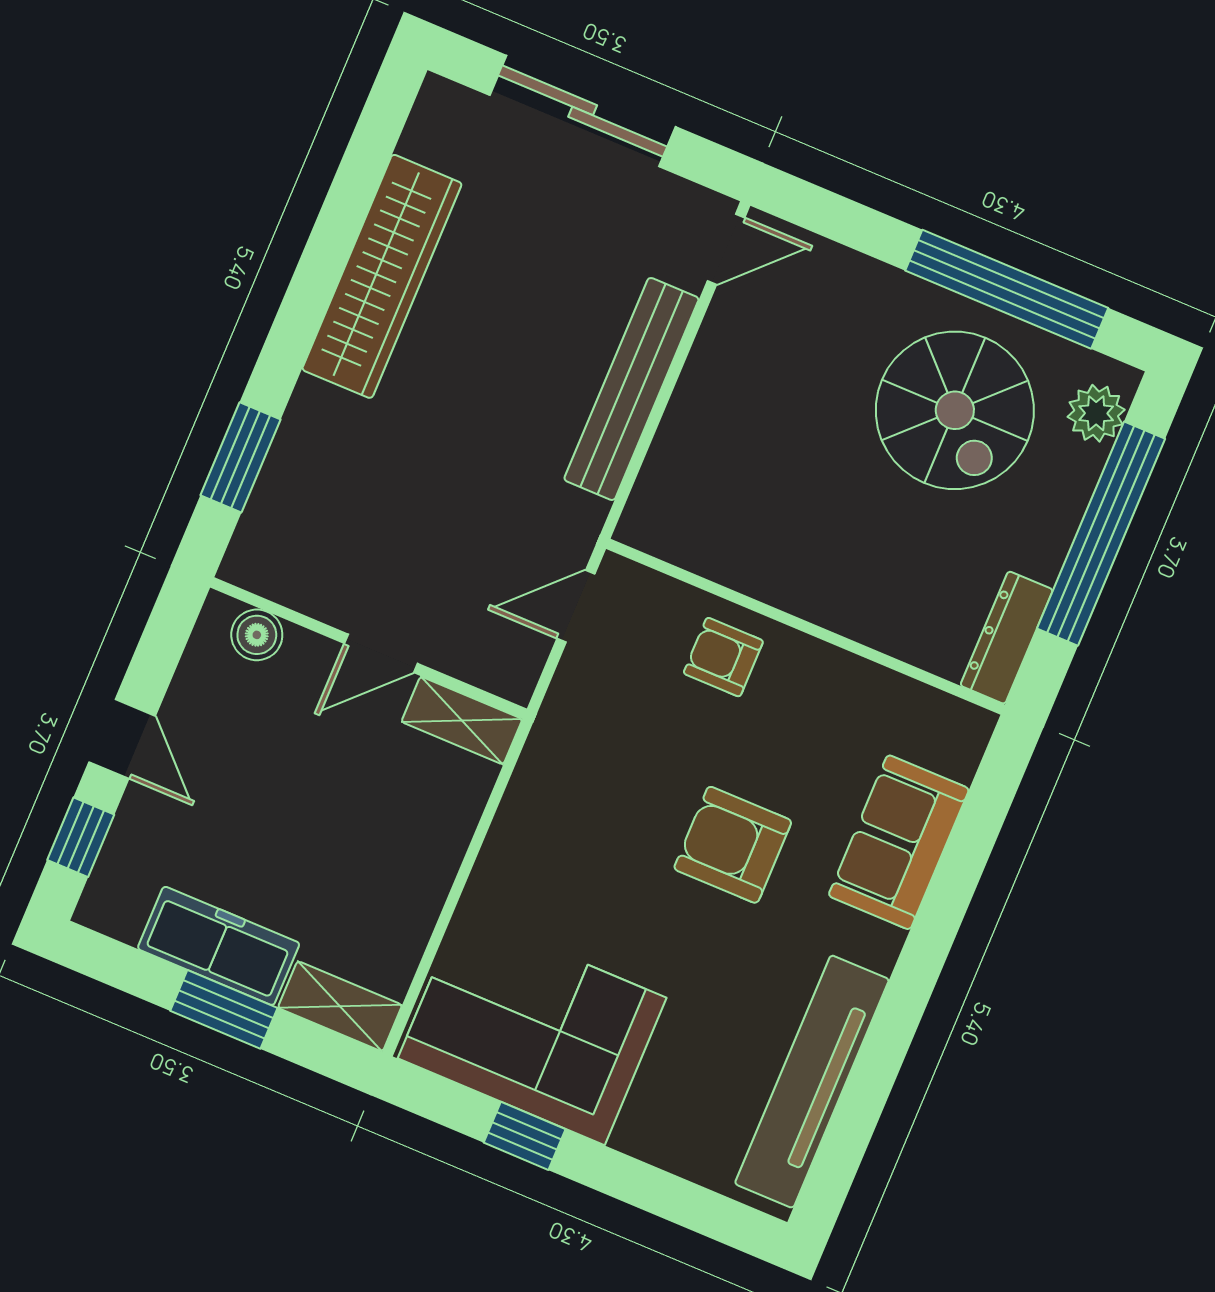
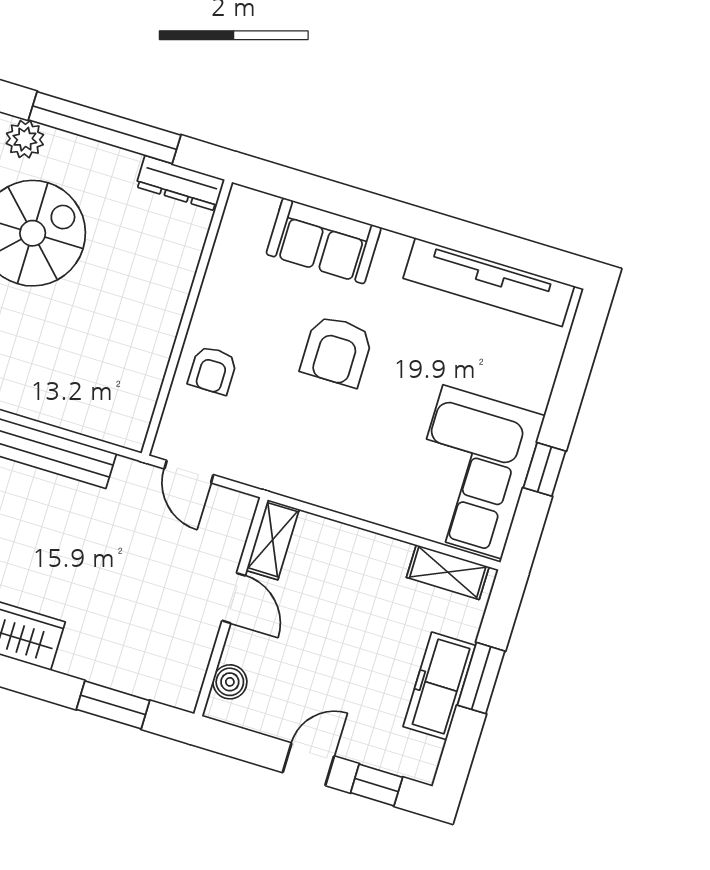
shelving: (340, 1006) -> (448, 572), moved, turned 90

